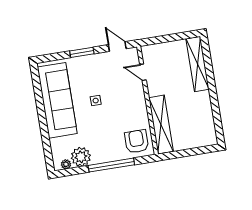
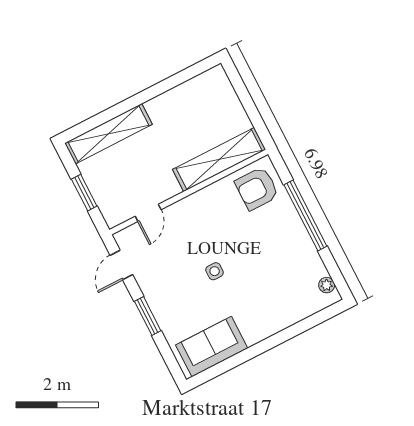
window: (167, 38) -> (84, 193), added
sofa: (57, 100) -> (212, 347), width x0.54, depth x0.79
plant: (81, 157) -> (308, 266), removed

